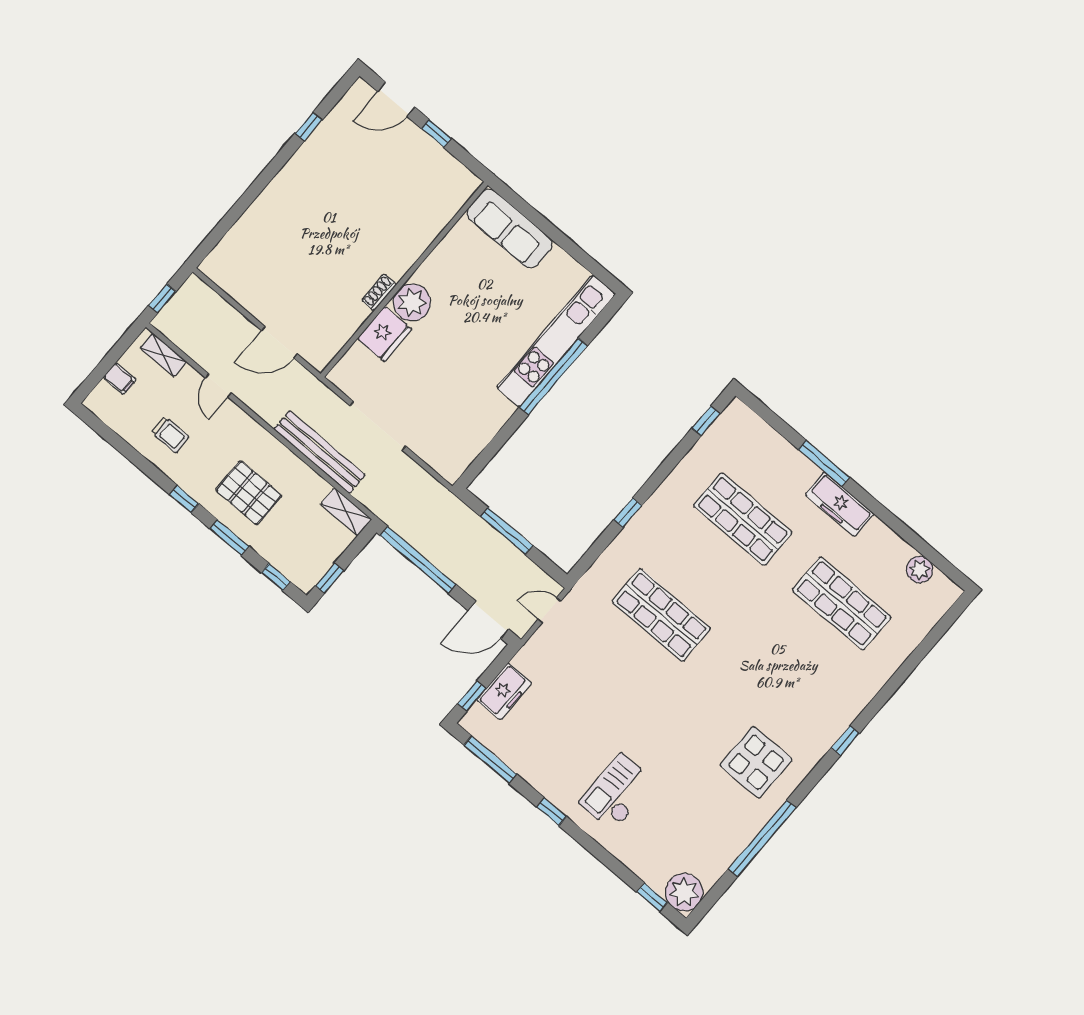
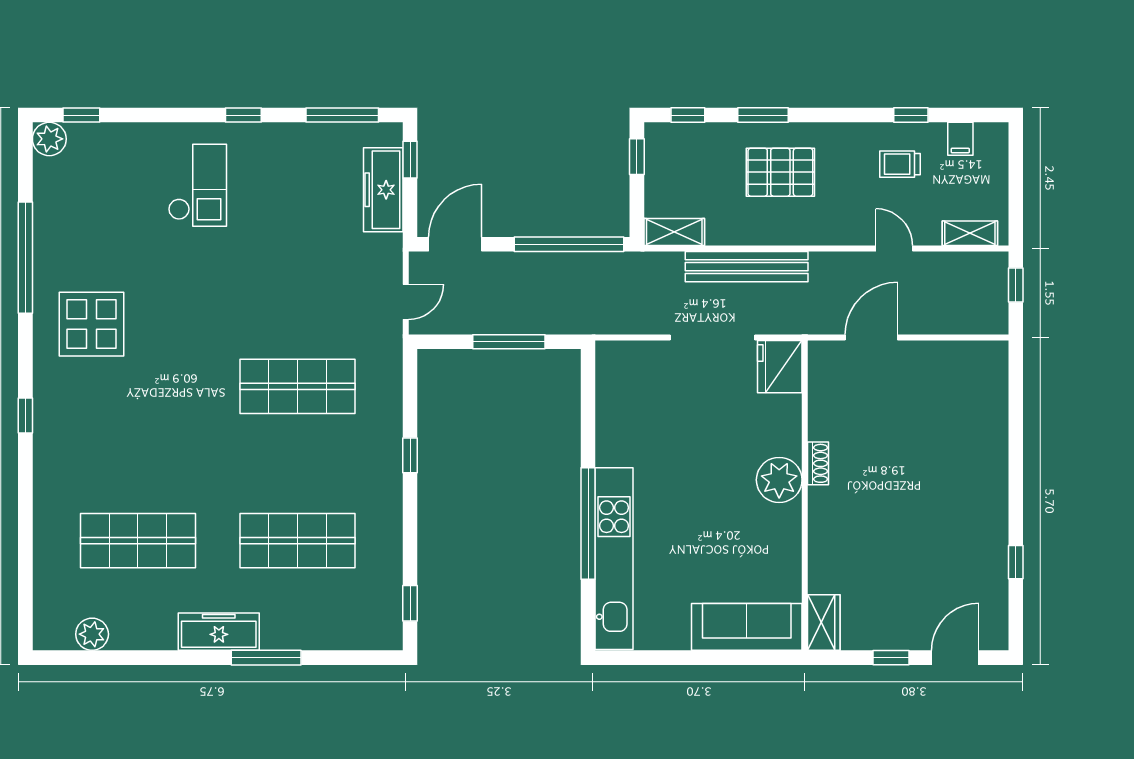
wardrobe: (459, 191) -> (824, 623), added
fridge: (385, 334) -> (780, 367), moved
filing cabinet: (120, 379) -> (960, 139), moved, turned -90
window: (184, 499) -> (911, 115), moved
freezer: (504, 692) -> (383, 190), width x1.40
plant: (684, 892) -> (49, 139), width x0.73, depth x0.73

